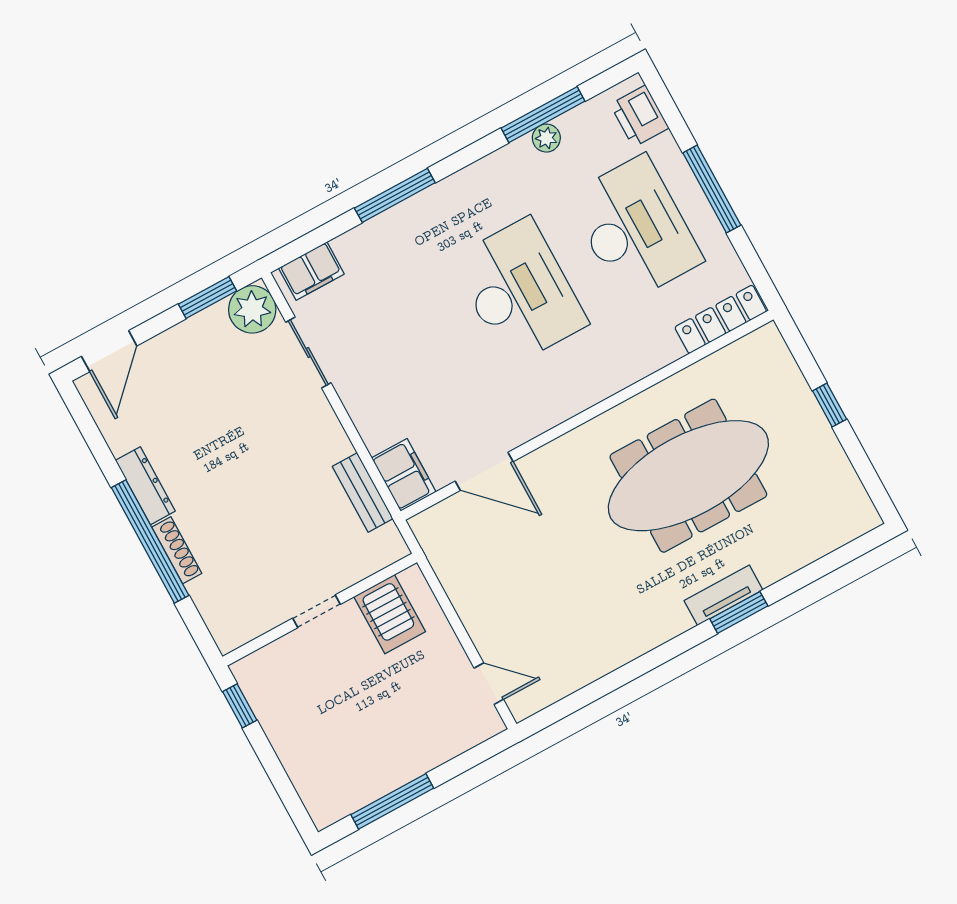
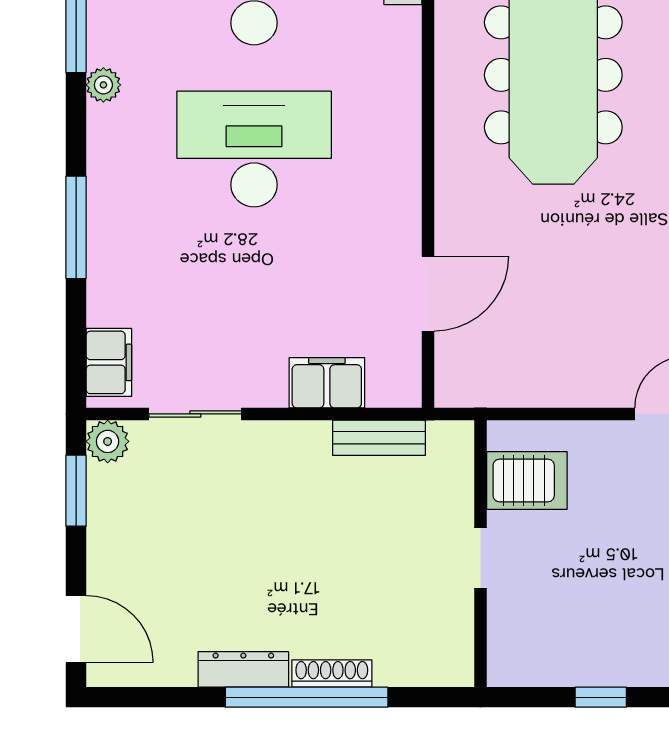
plant: (546, 138) -> (103, 85), moved
plant: (252, 309) -> (108, 441), width x0.73, depth x0.73
filing cabinet: (404, 475) -> (327, 383), moved
window: (240, 706) -> (601, 697), moved

